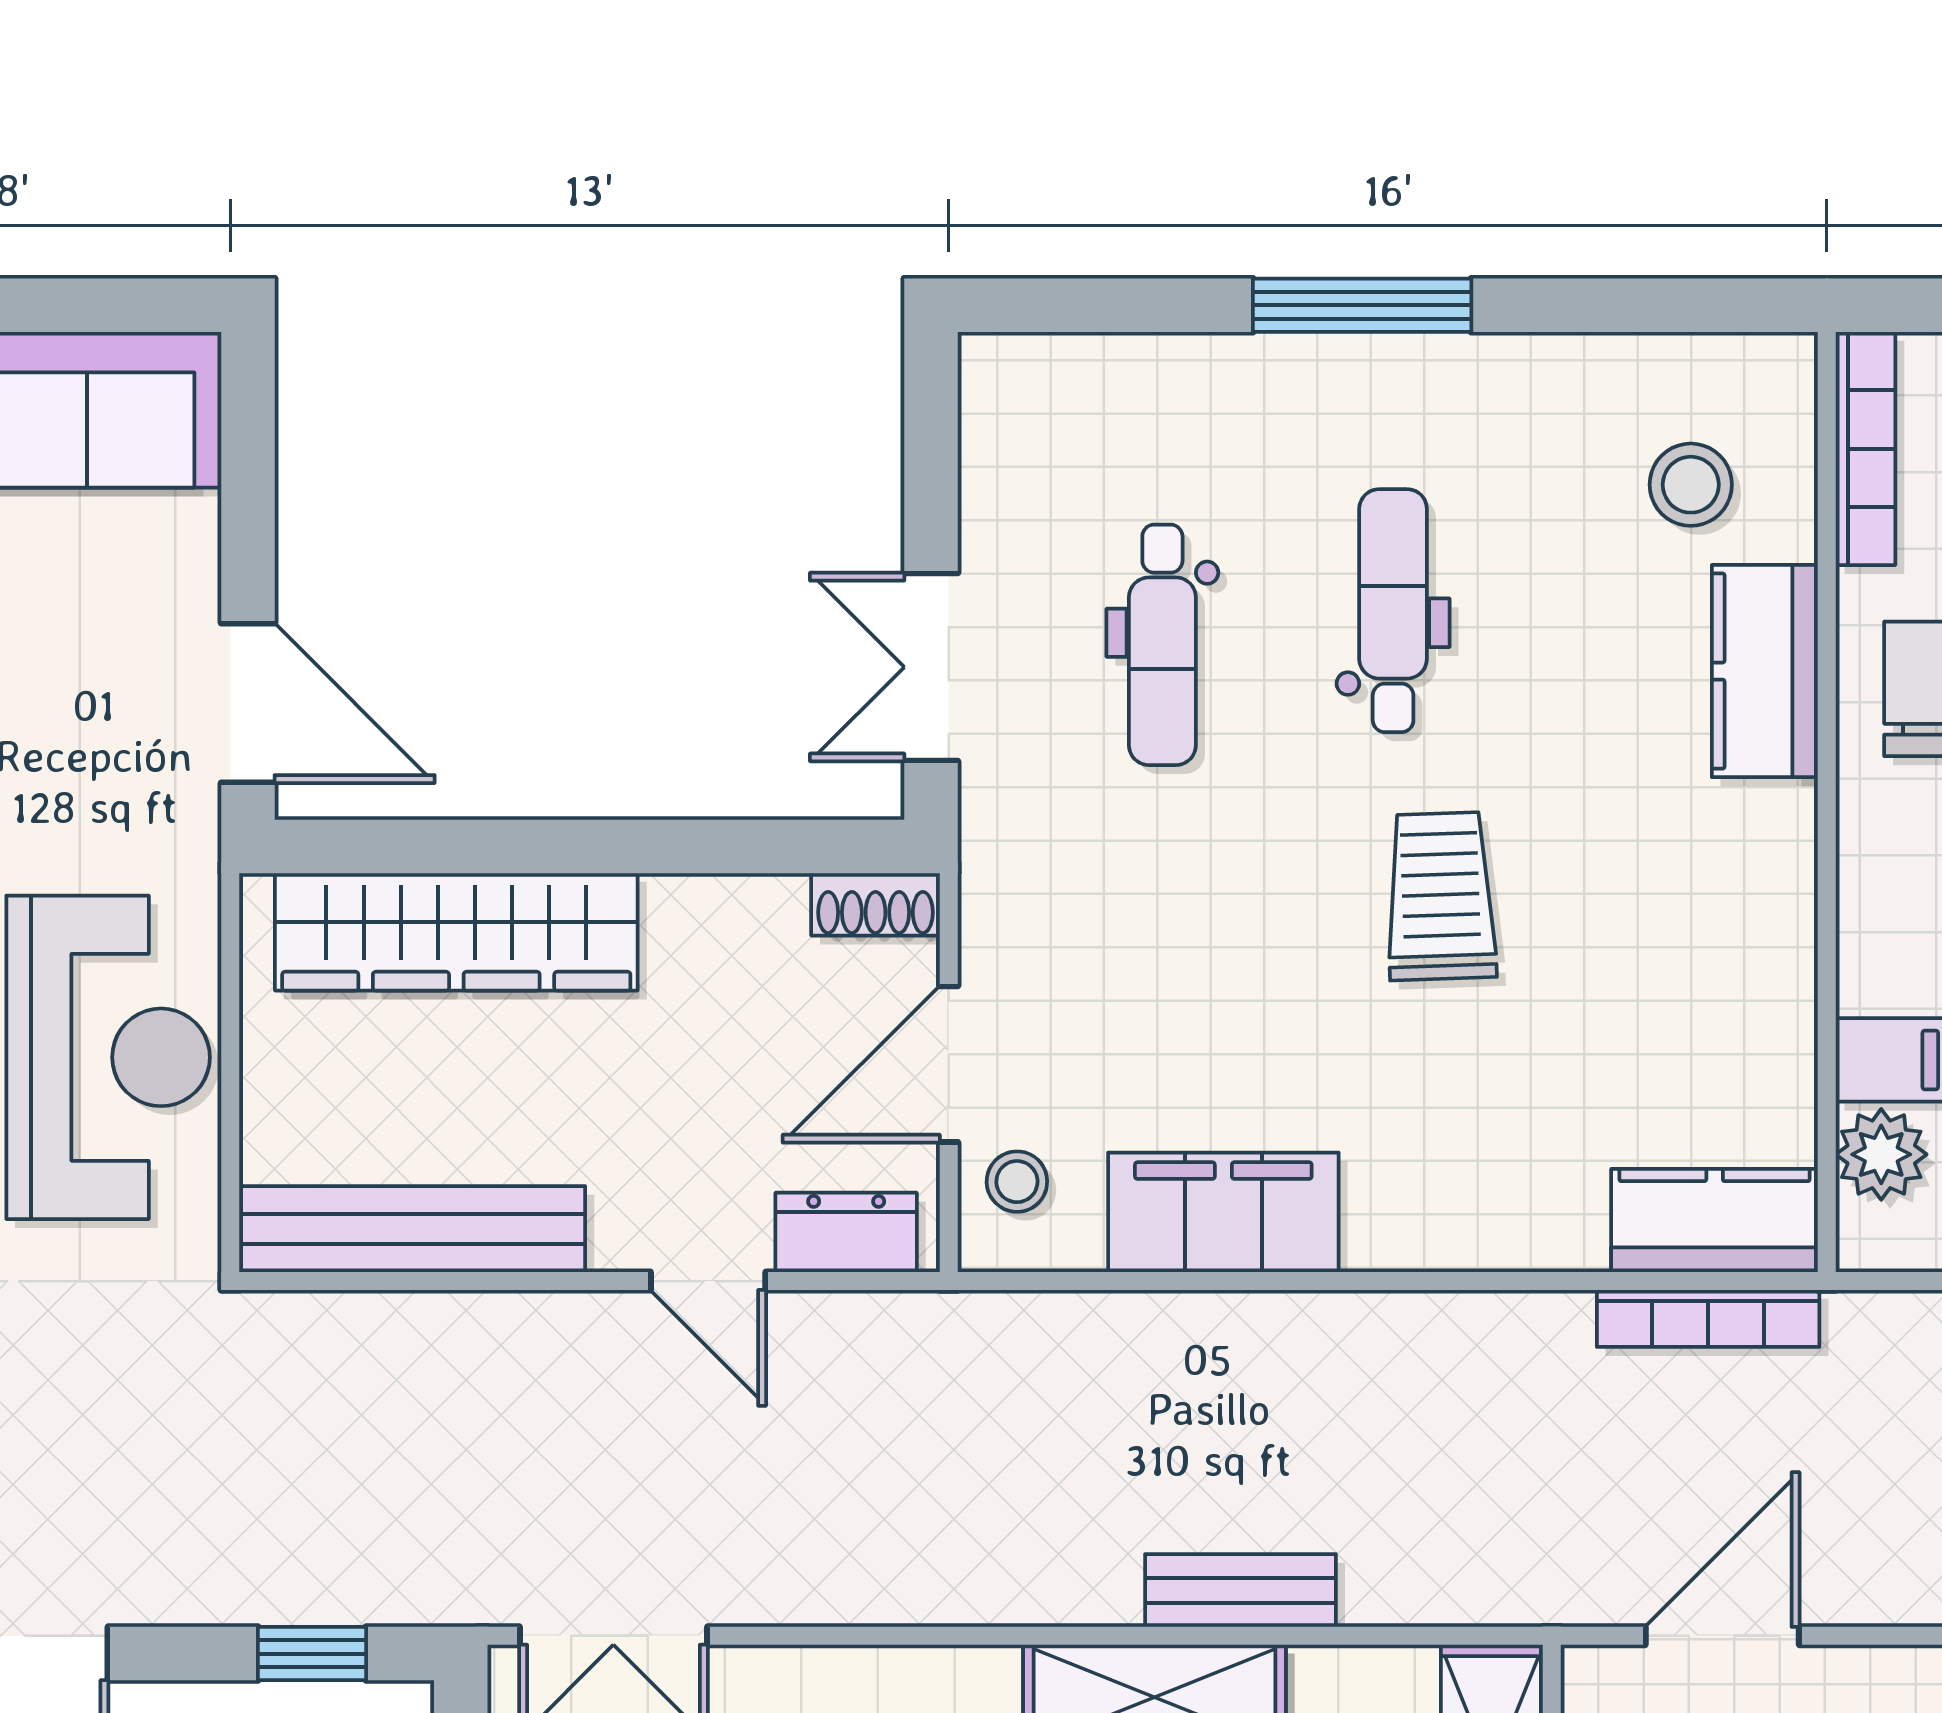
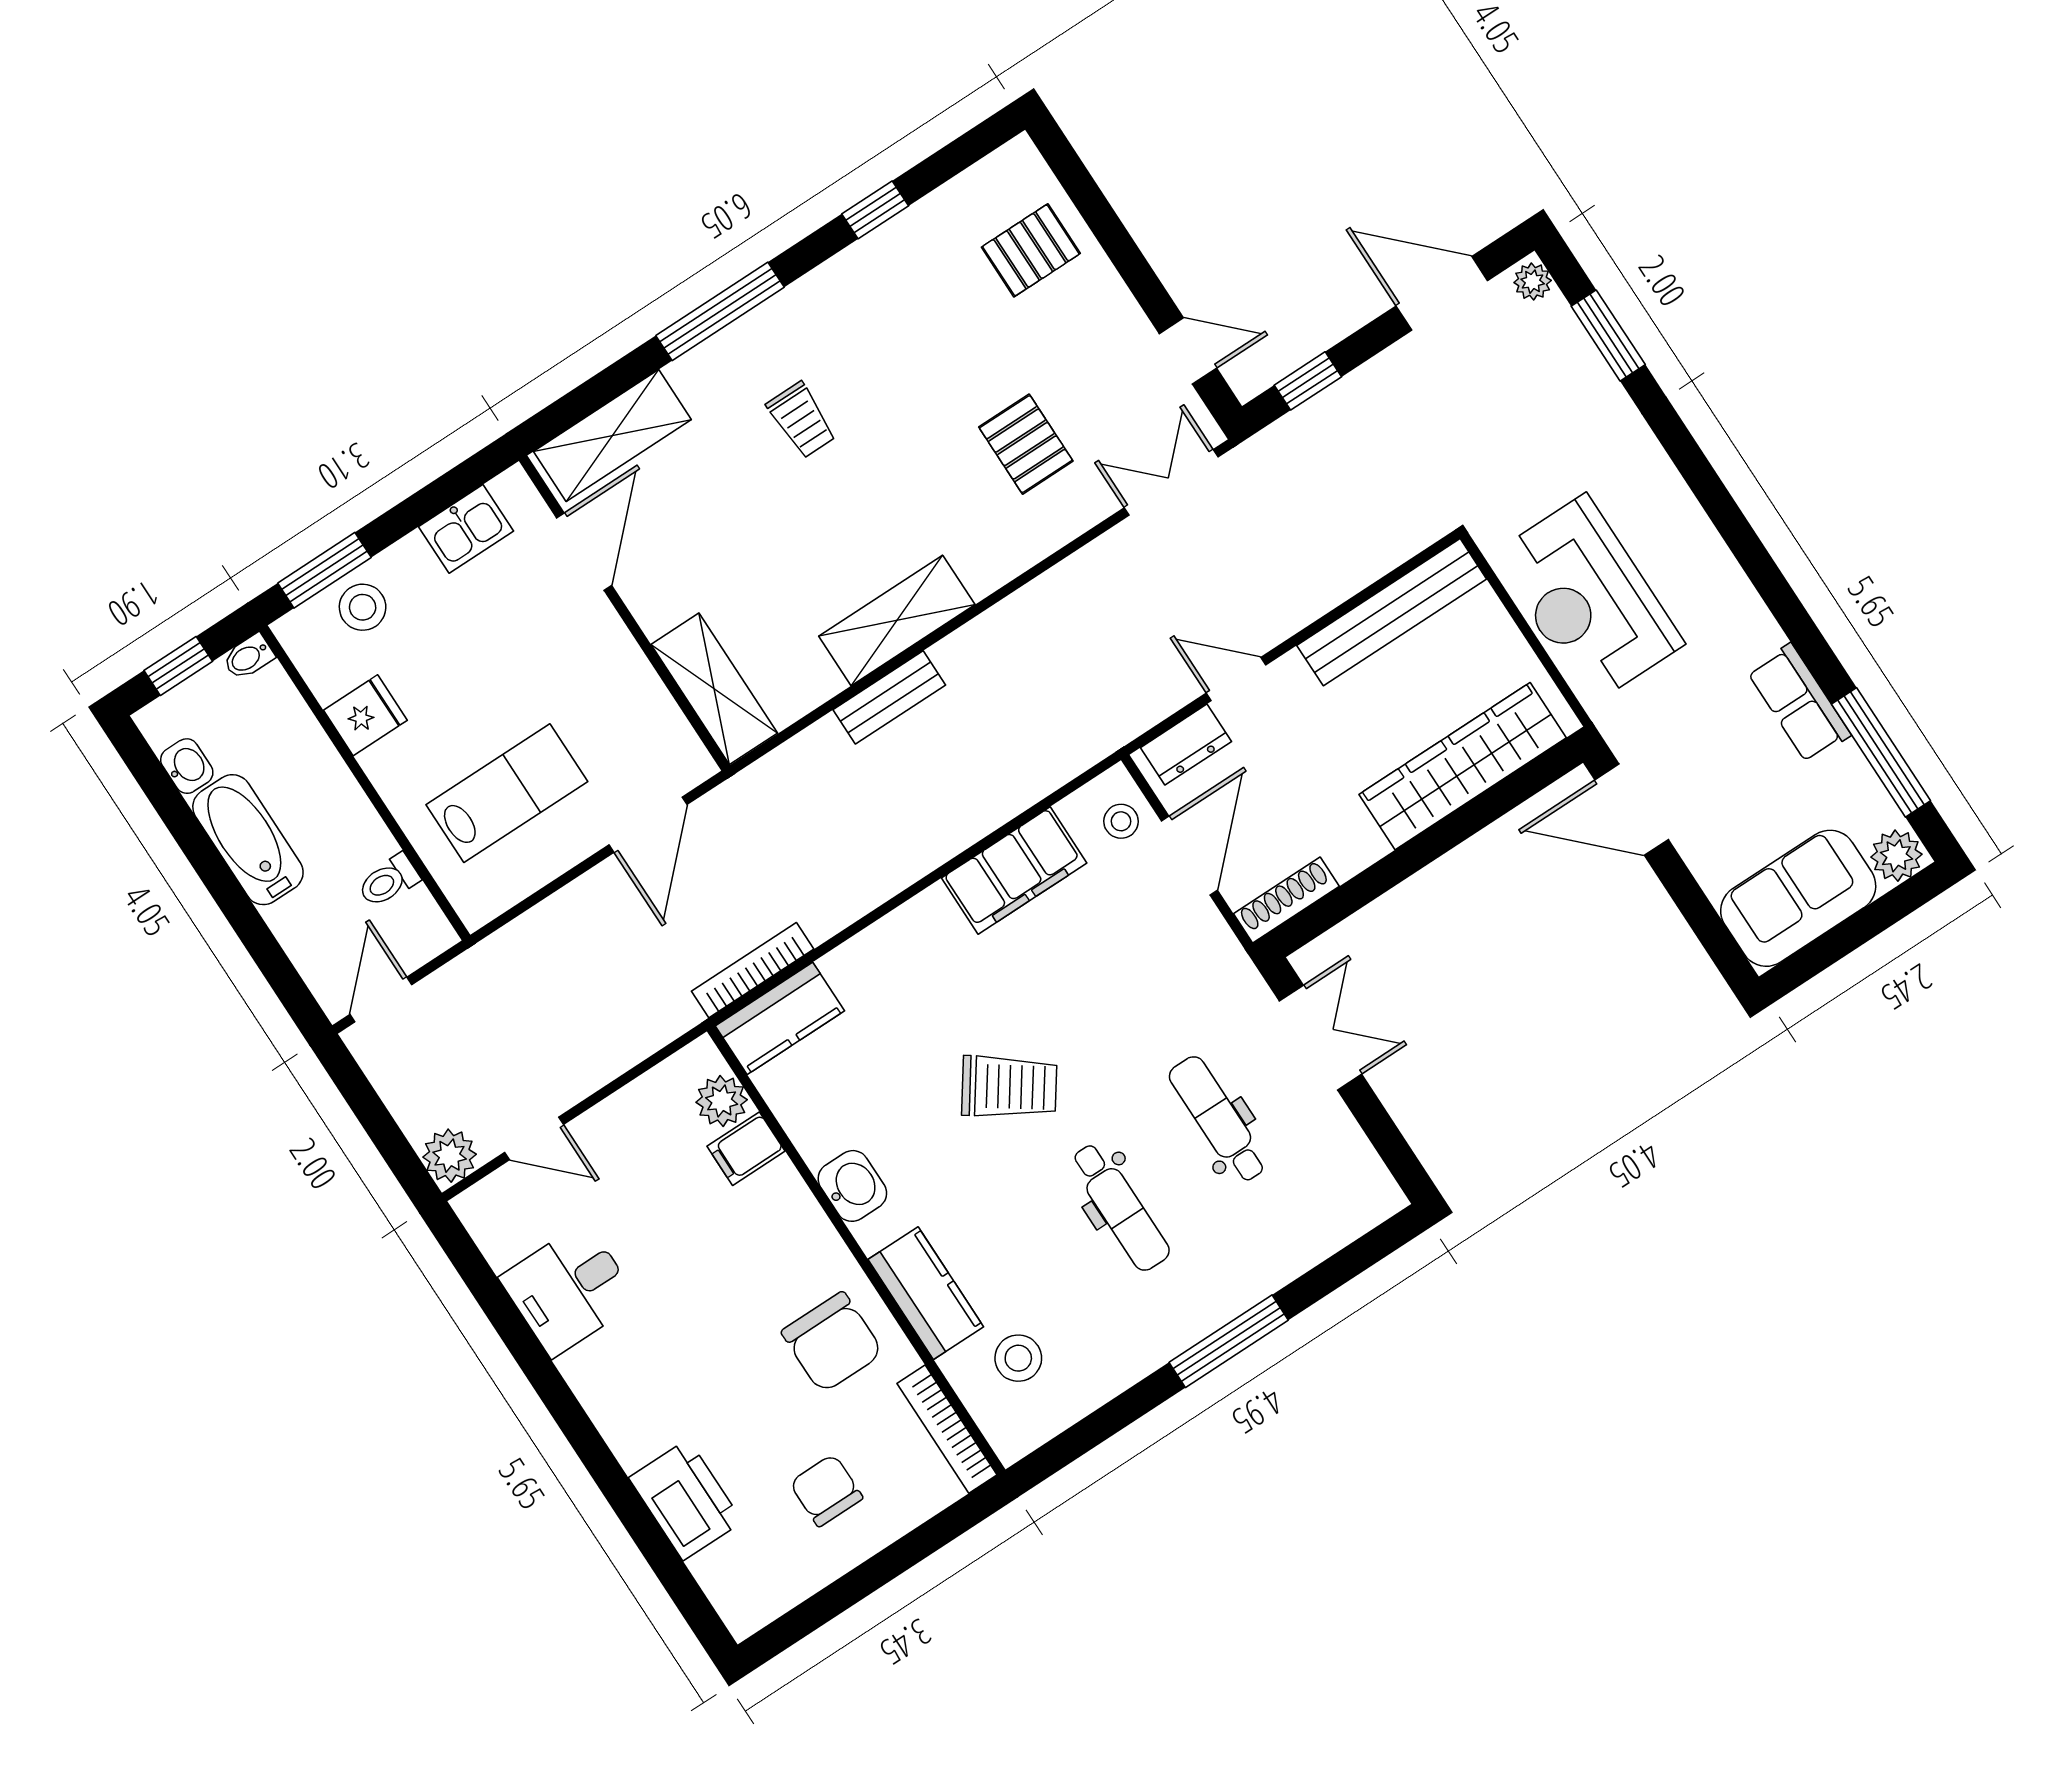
trolley: (1441, 896) -> (1009, 1087), turned -53
washbasin: (1770, 901) -> (852, 1186), added
shoe rack: (875, 904) -> (1286, 900), width x1.43

